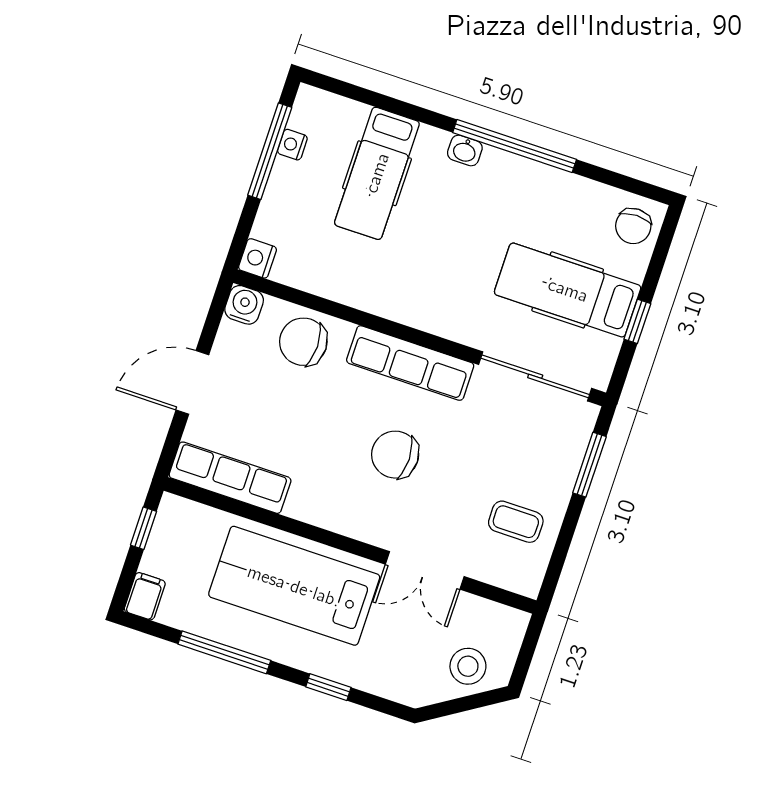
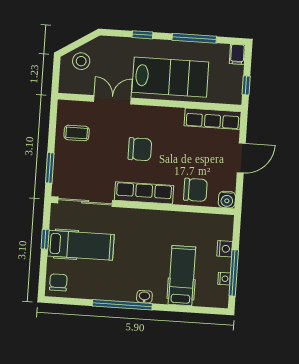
nightstand: (258, 258) -> (225, 249), moved

